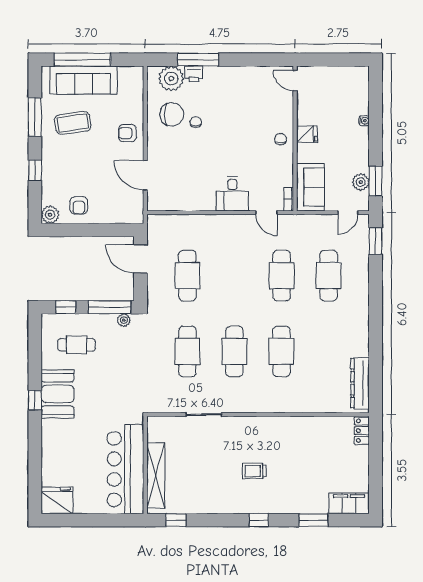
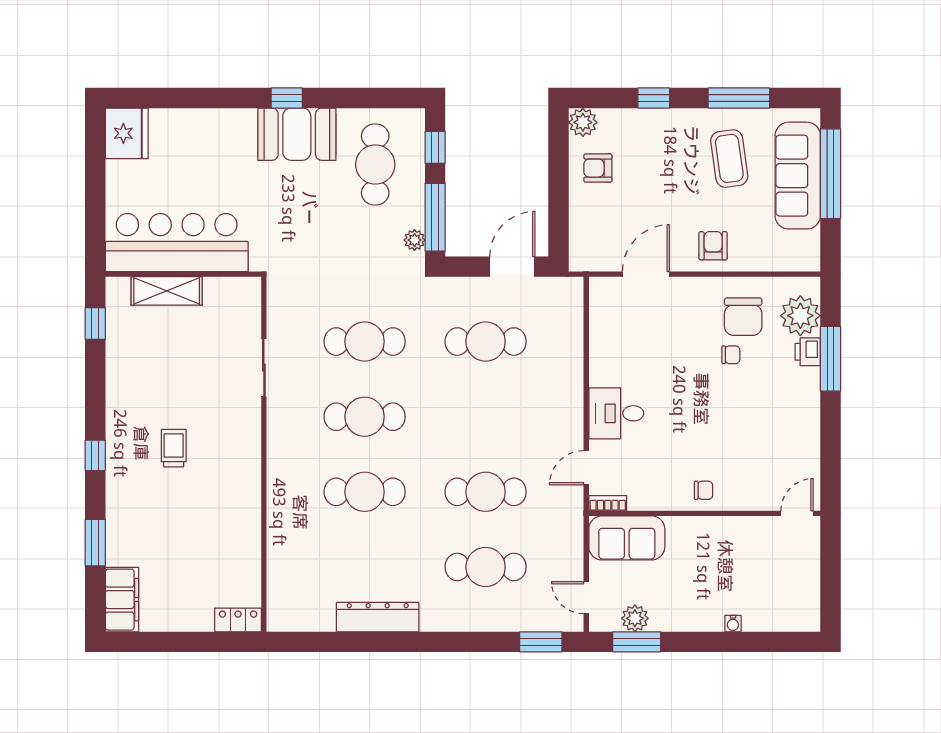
fridge: (307, 134) -> (711, 532), removed
cafe table: (77, 345) -> (375, 164), width x1.37, depth x1.35
dresser: (360, 383) -> (378, 617), moved
shelving: (156, 475) -> (167, 291), width x0.68

